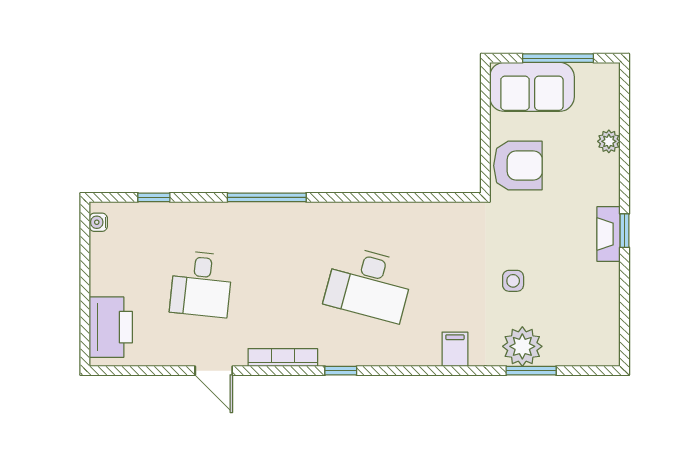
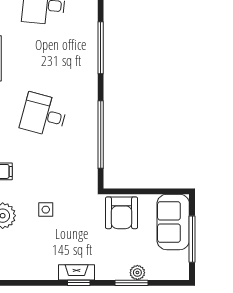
window: (625, 150) -> (131, 283), added
window: (399, 197) -> (101, 134), added
desk: (369, 284) -> (44, 115), width x0.73

